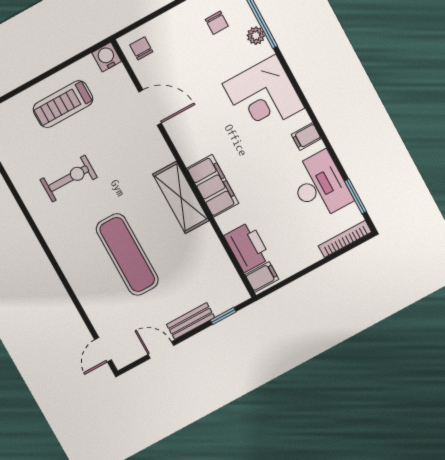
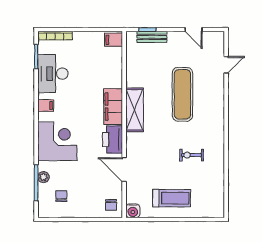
exercise bike: (69, 179) -> (192, 155), width x0.73, depth x0.72
printer: (247, 247) -> (113, 139), moved
bench: (191, 321) -> (152, 37), moved
door: (103, 350) -> (226, 65), moved

